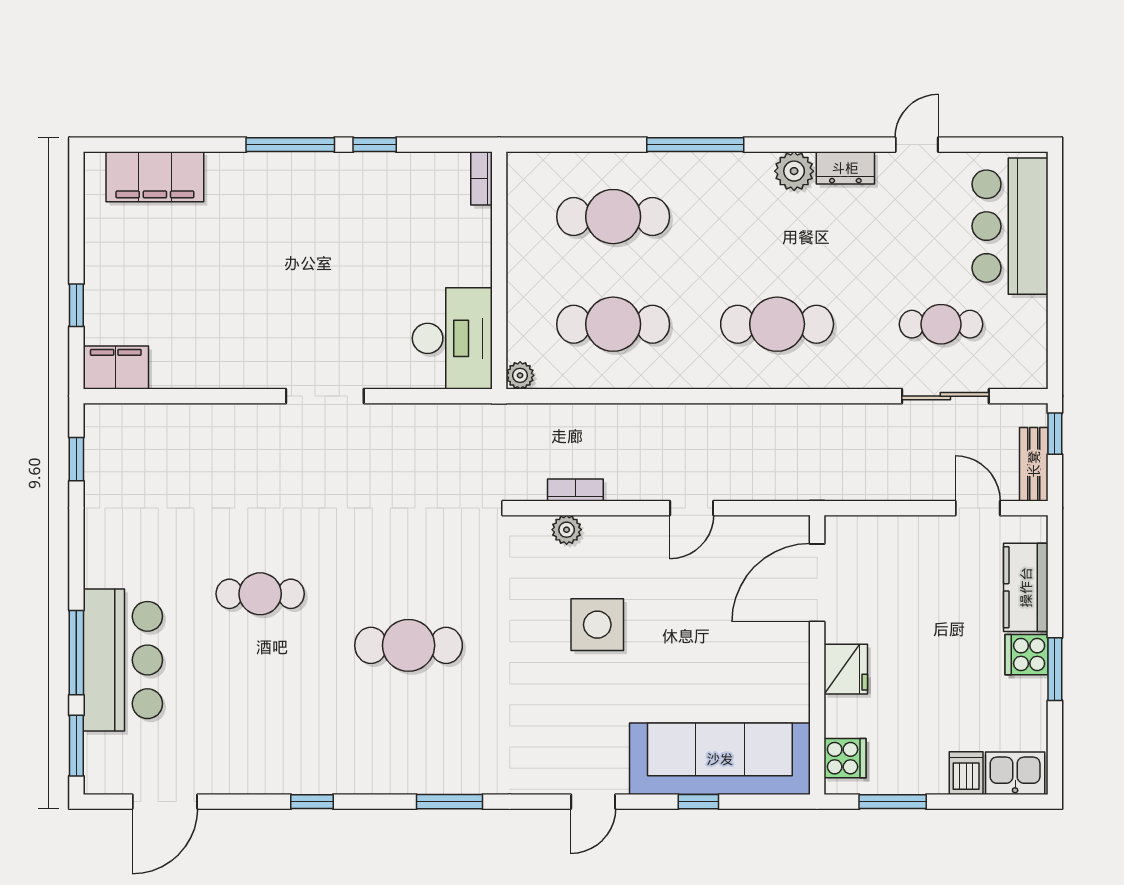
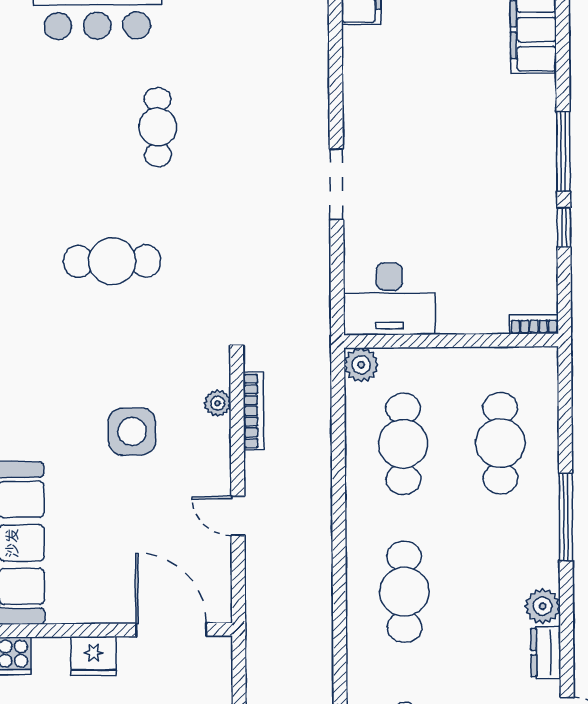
plant: (520, 375) -> (361, 365), width x1.38, depth x1.38
bookcase: (575, 490) -> (253, 411), width x1.56
cafe table: (409, 645) -> (112, 261), turned 90

